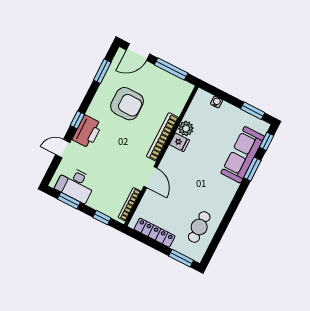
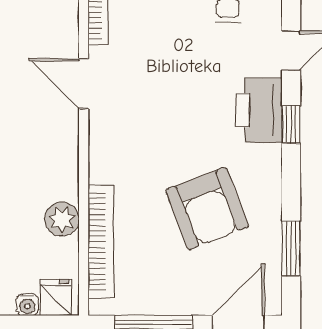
armchair: (127, 104) -> (207, 208), turned -111
bookcase: (162, 137) -> (101, 242), moved
fridge: (179, 142) -> (56, 297), moved, turned 90

